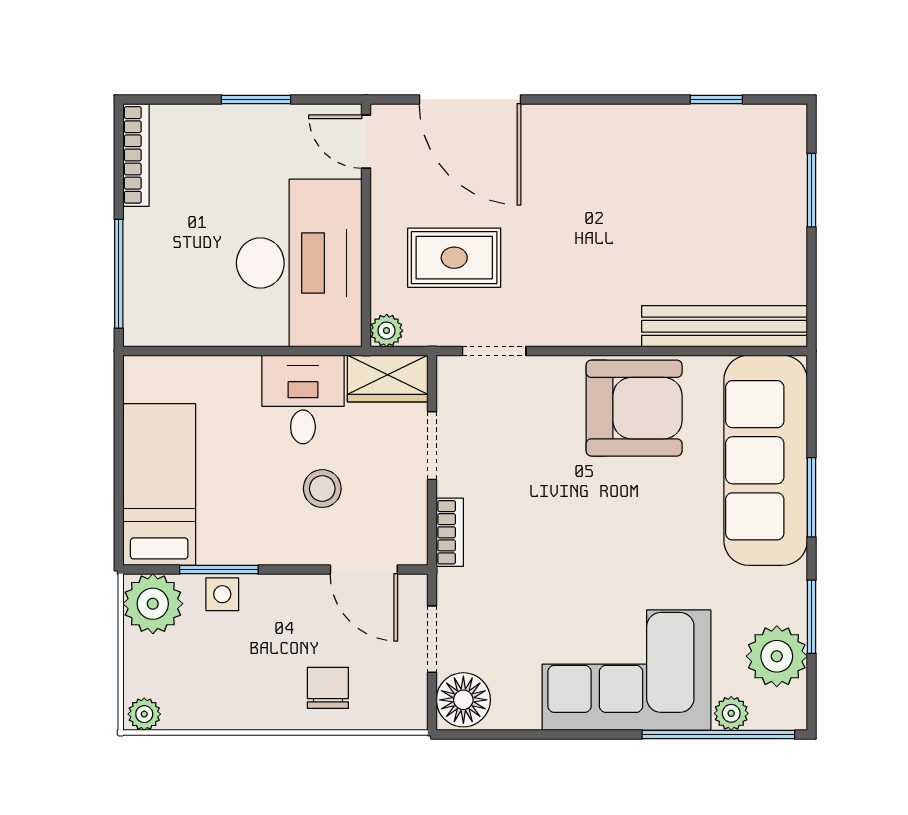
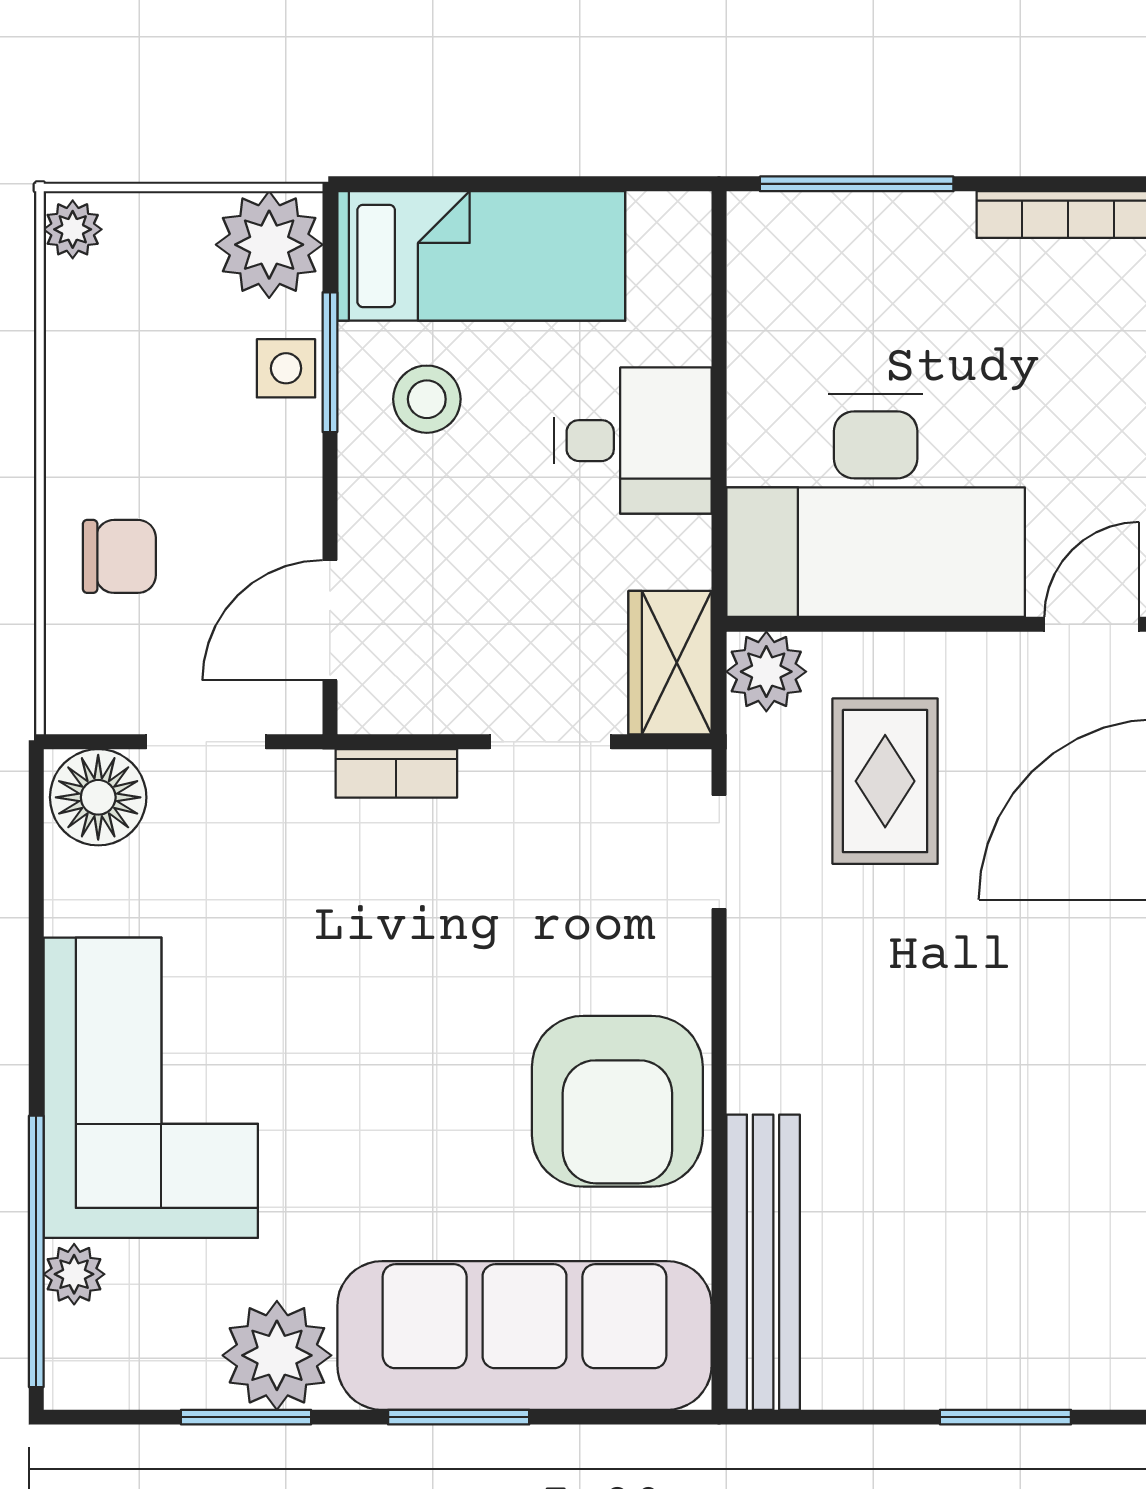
plant: (387, 331) -> (766, 672), width x1.38, depth x1.38
desk: (303, 399) -> (633, 441), moved
stool: (322, 489) -> (427, 399), moved
plant: (777, 656) -> (277, 1355), moved

